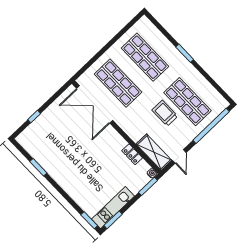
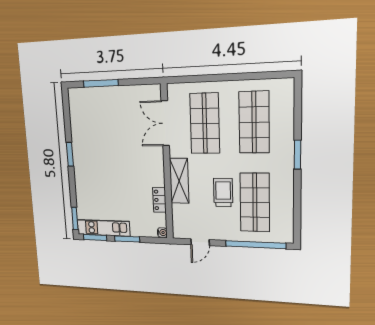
double door: (95, 104) -> (165, 123), width x0.73
window: (34, 117) -> (101, 83), width x2.17
shelving: (154, 152) -> (179, 181), moved
window: (38, 167) -> (70, 154), moved
window: (148, 186) -> (127, 239), moved

